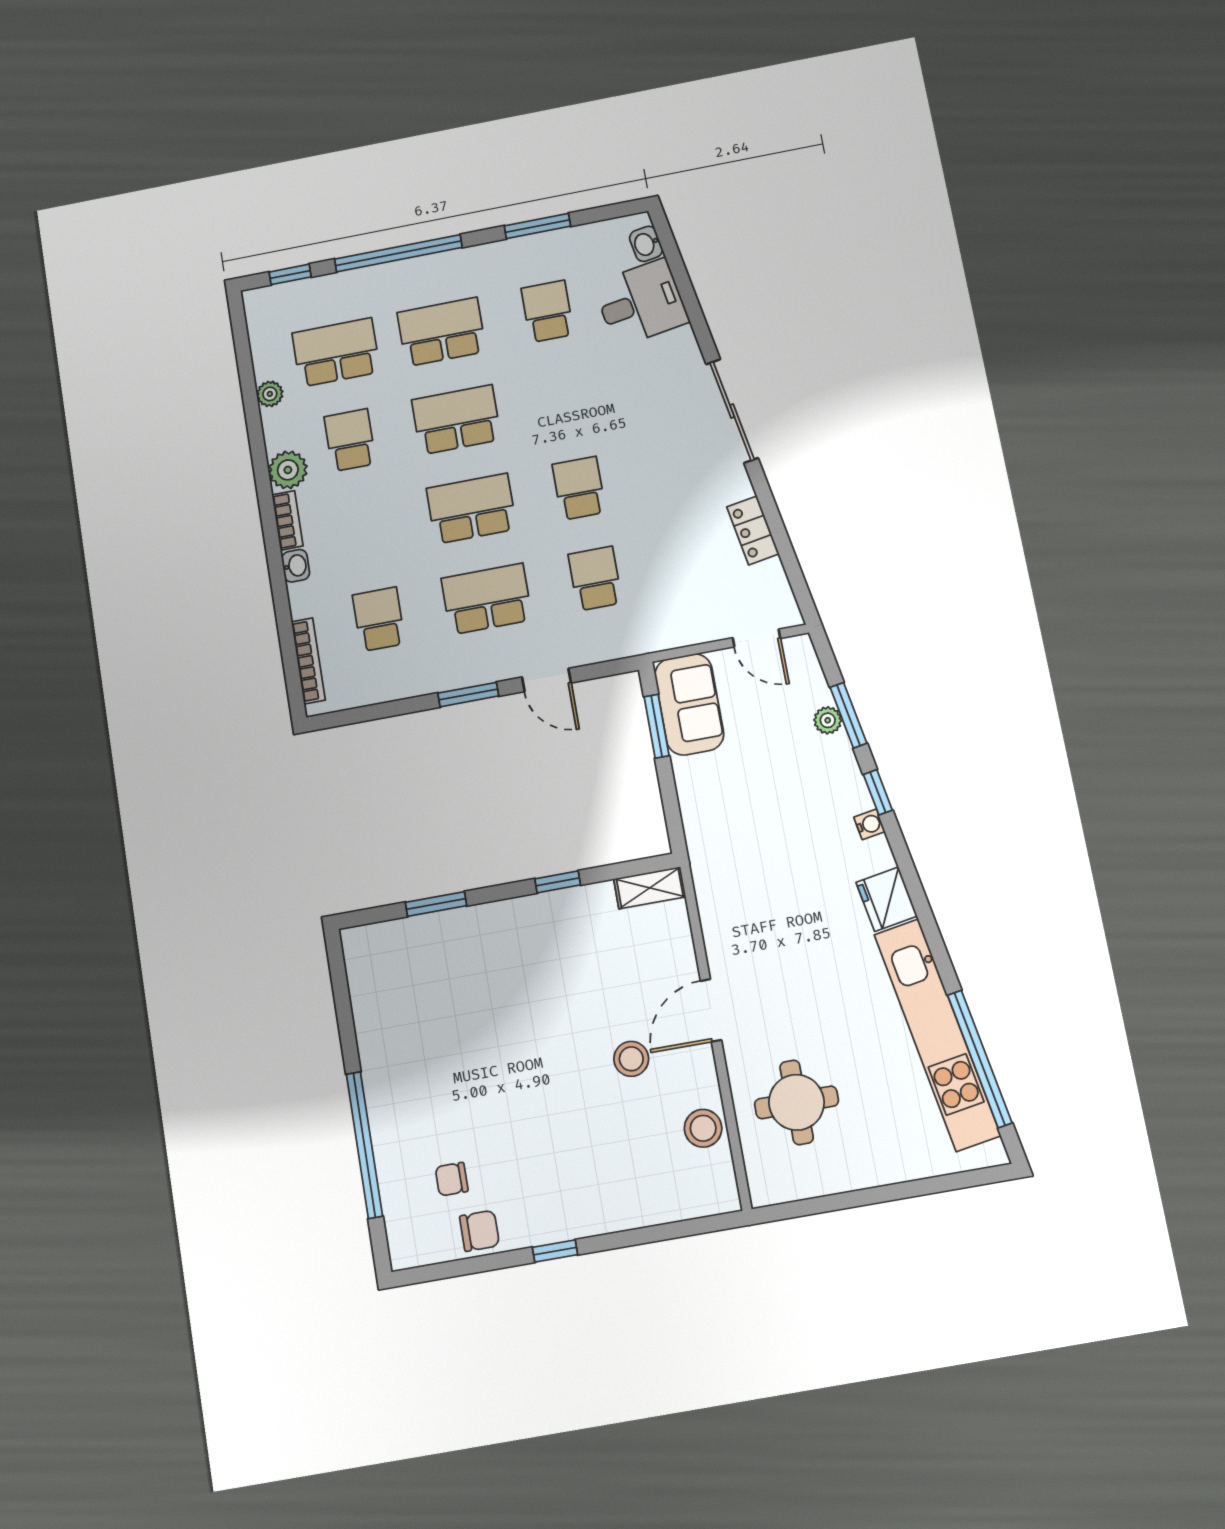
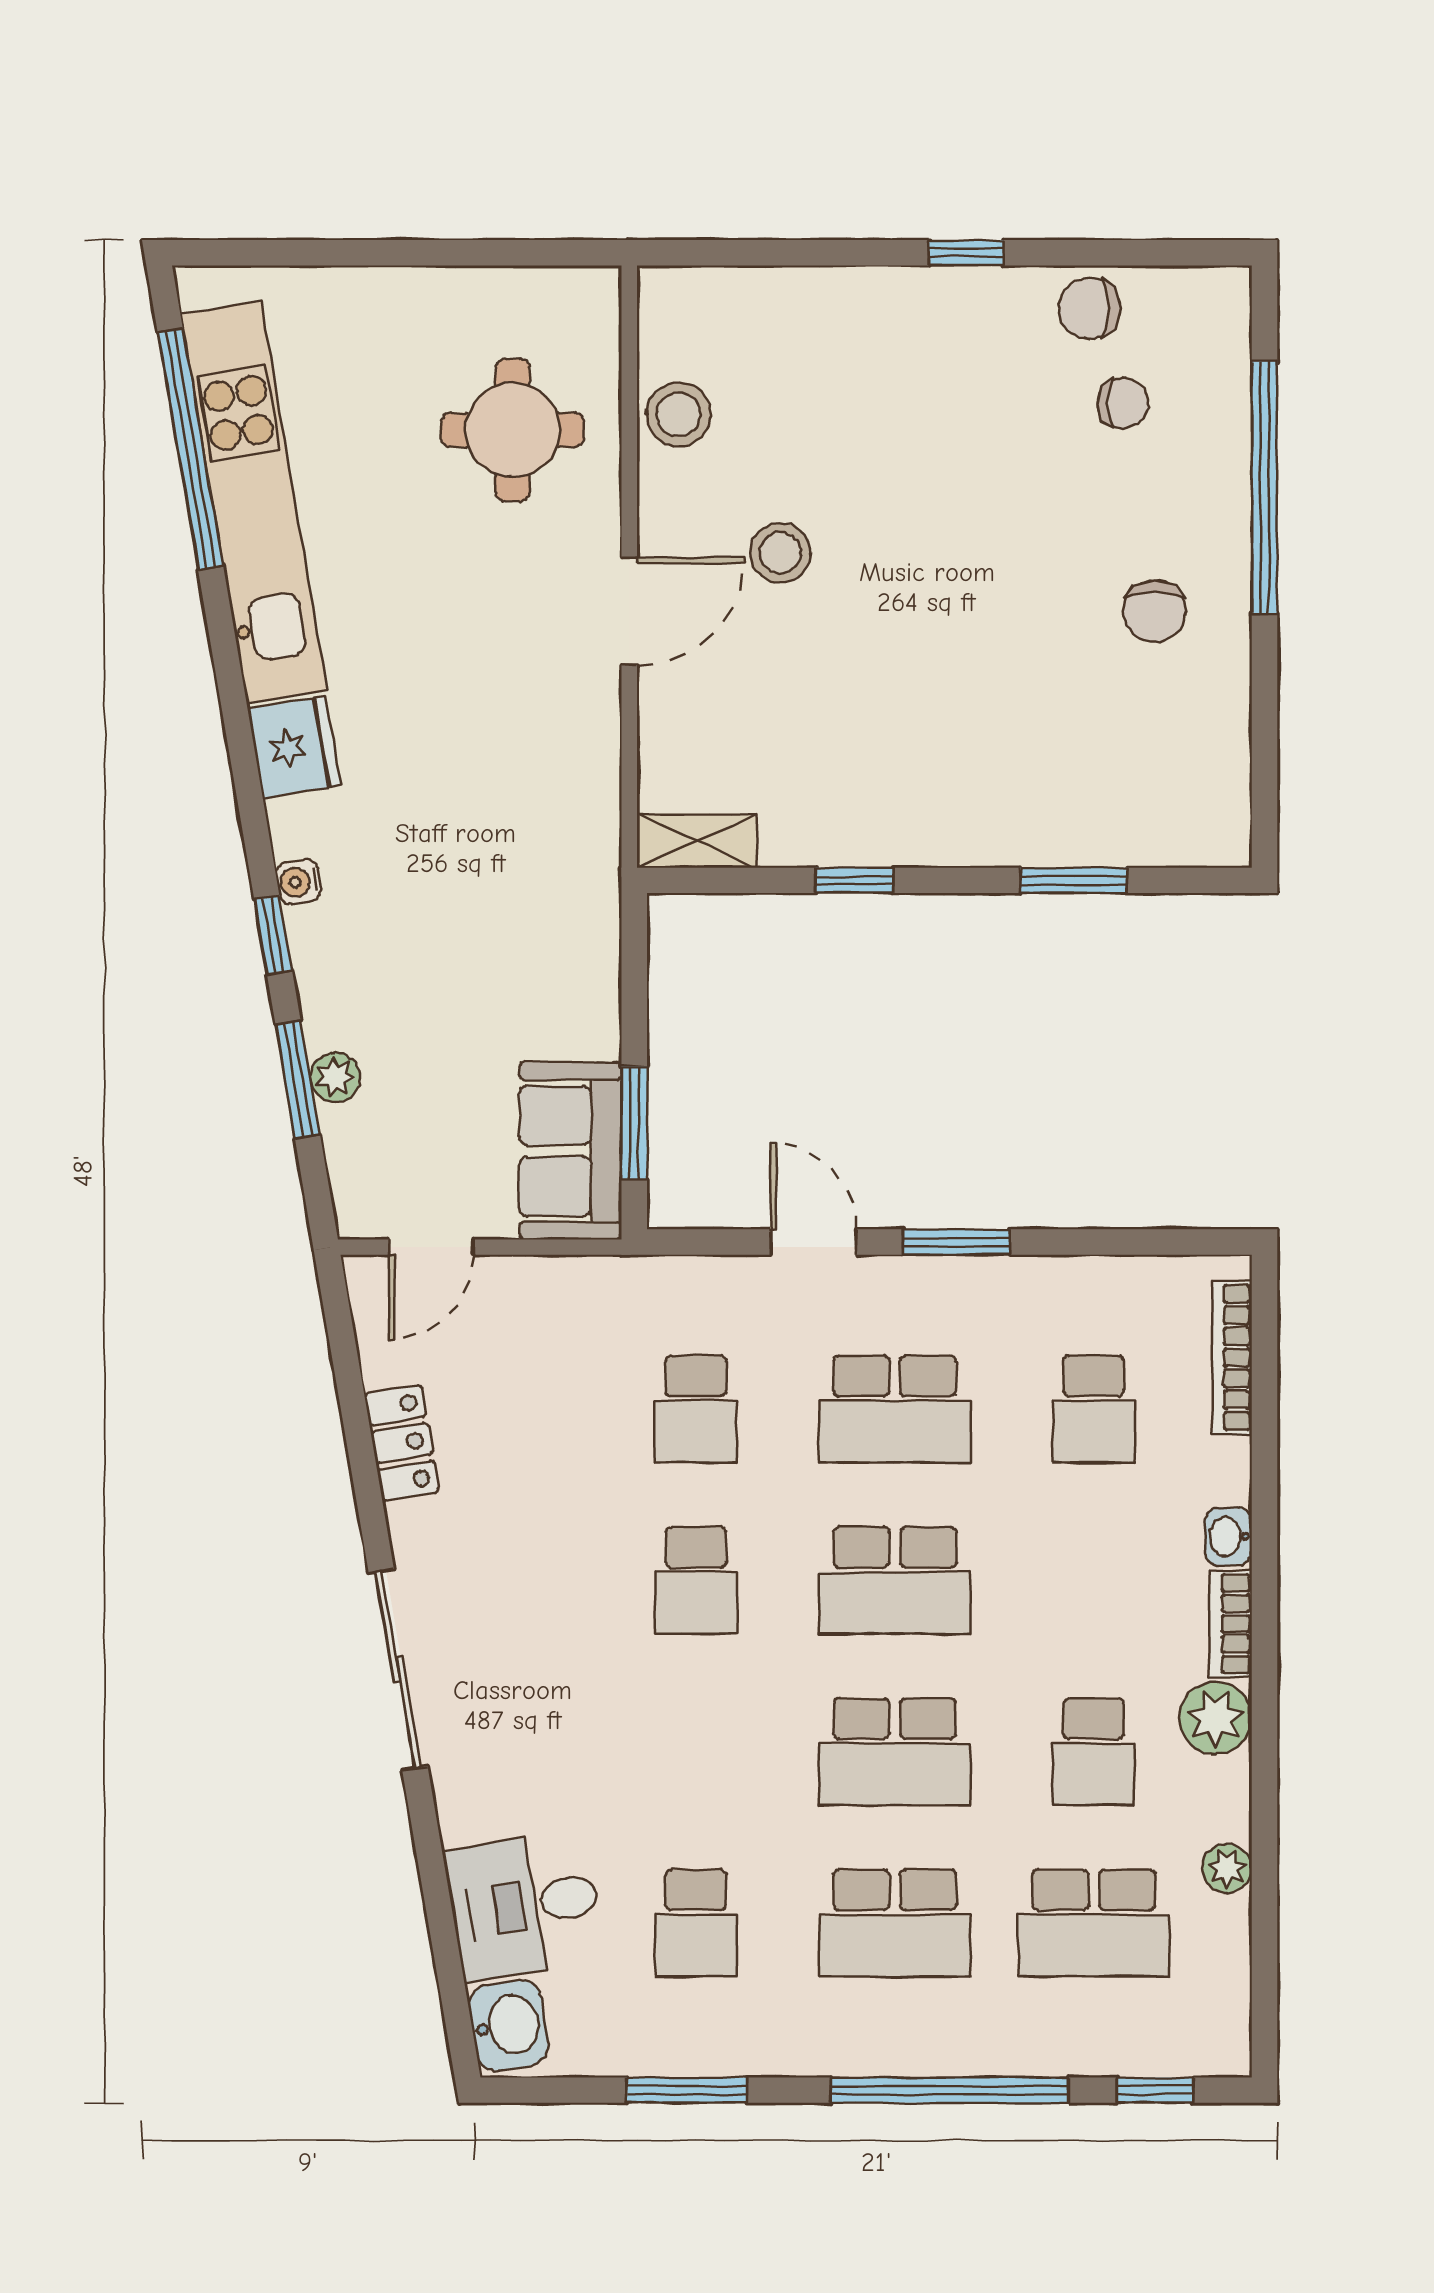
washbasin: (646, 244) -> (509, 2025), width x1.38, depth x1.45
door: (756, 638) -> (431, 1247), swing flipped
chair: (415, 1063) -> (1155, 611), added

